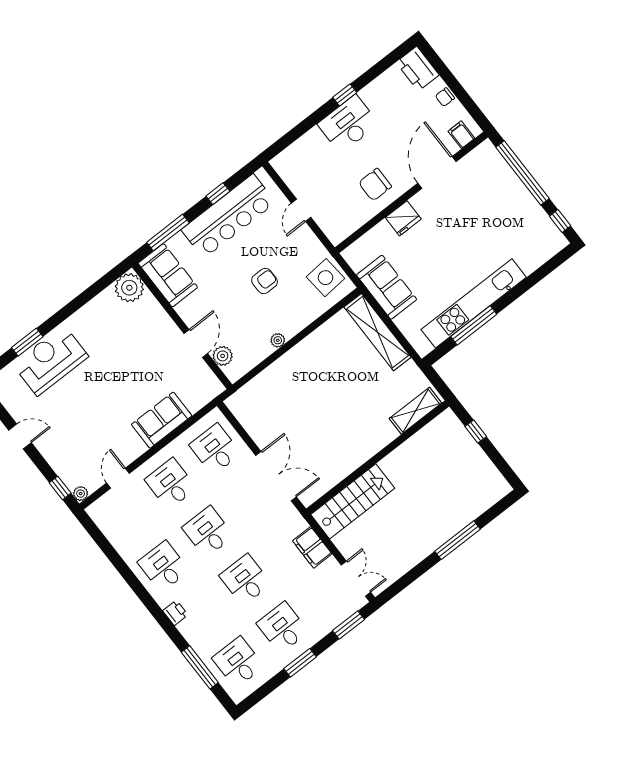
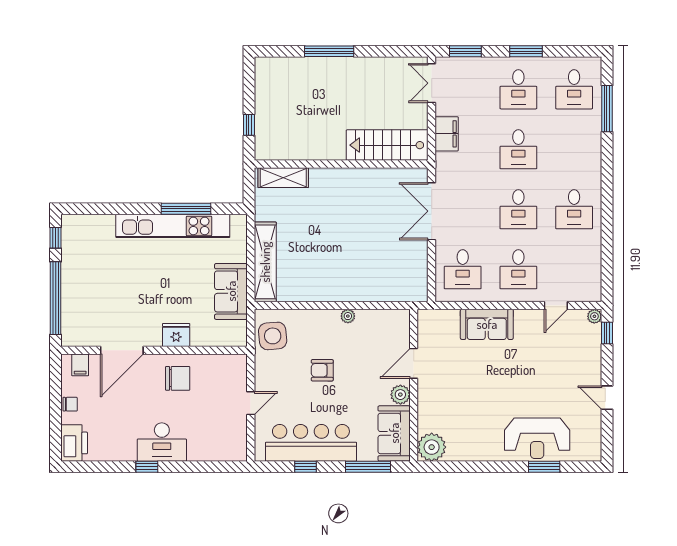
plant: (223, 356) -> (400, 395), moved
printer: (175, 613) -> (593, 166), removed

